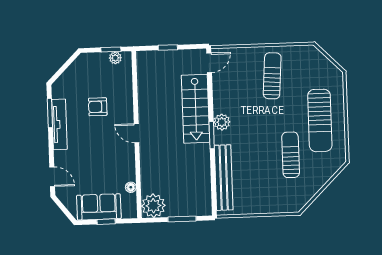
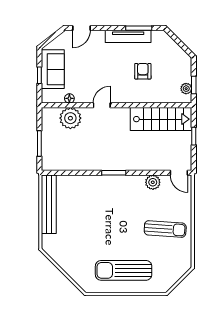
stairs: (196, 109) -> (161, 119), moved, turned 180
plant: (222, 122) -> (153, 182), moved
door: (137, 133) -> (102, 105), moved
sun lounger: (291, 155) -> (94, 243), removed
bench: (224, 178) -> (49, 204), moved, turned 90
plant: (153, 206) -> (70, 118), moved

